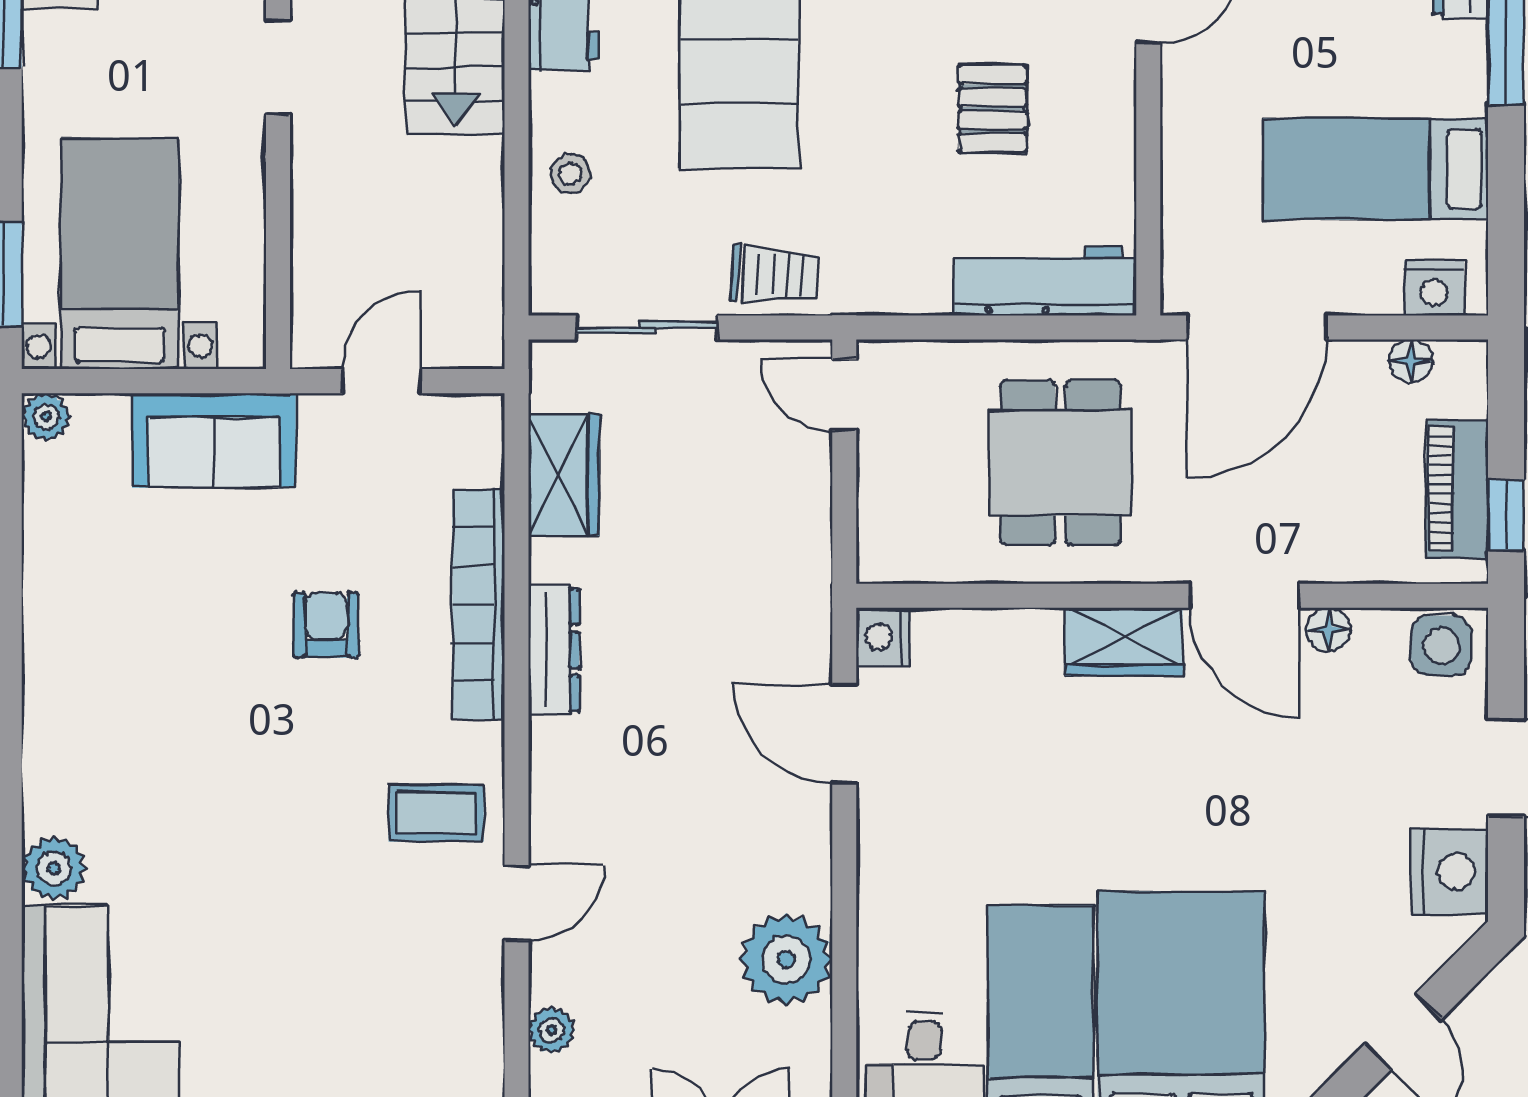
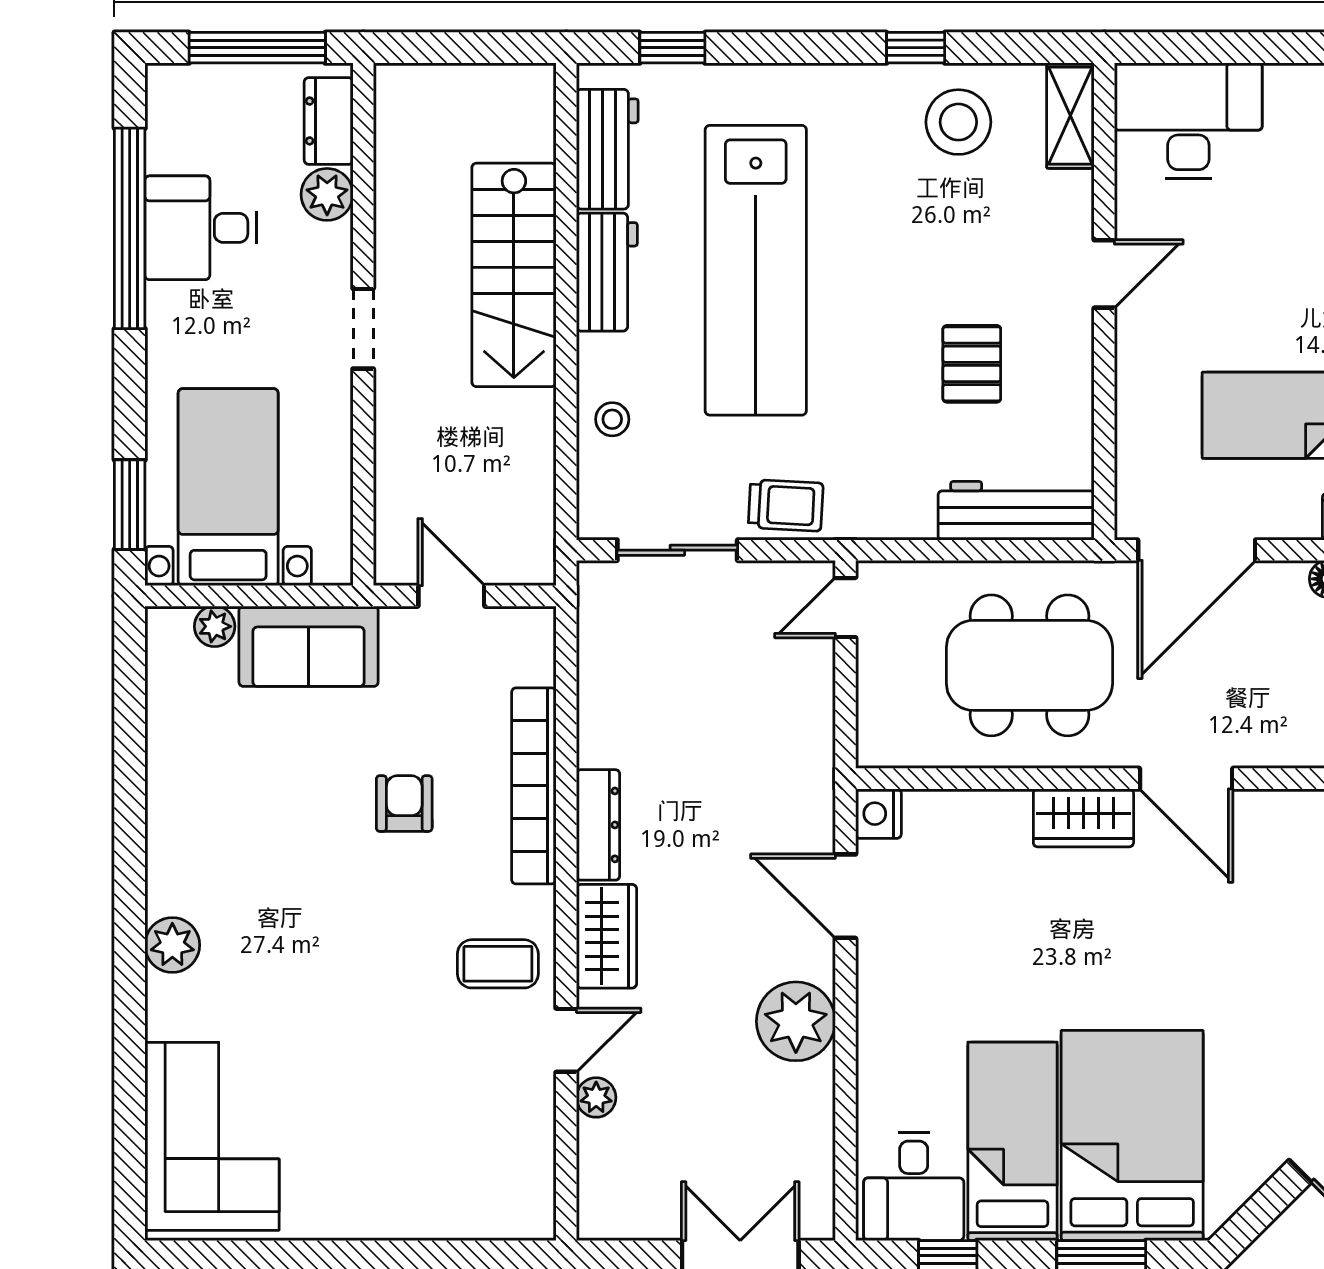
door: (382, 381) -> (451, 596), hinge flipped
door: (844, 395) -> (845, 608), hinge flipped
plant: (46, 417) -> (215, 626), moved
dining table: (1060, 463) -> (1029, 665), width x1.37
wardrobe: (564, 475) -> (606, 936), moved
floor lamp: (1328, 630) -> (1258, 808), removed
plant: (54, 868) -> (172, 945), moved
plant: (786, 959) -> (796, 1021), moved
plant: (552, 1030) -> (596, 1097), moved

